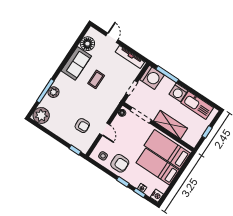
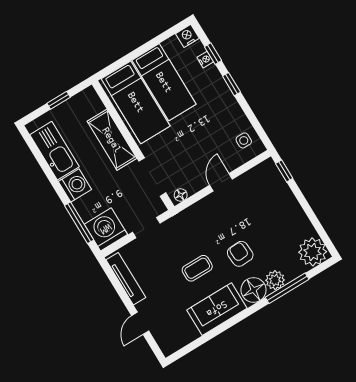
floor lamp: (87, 44) -> (254, 290), moved
armchair: (82, 126) -> (240, 254), moved
armchair: (120, 163) -> (222, 116), removed

